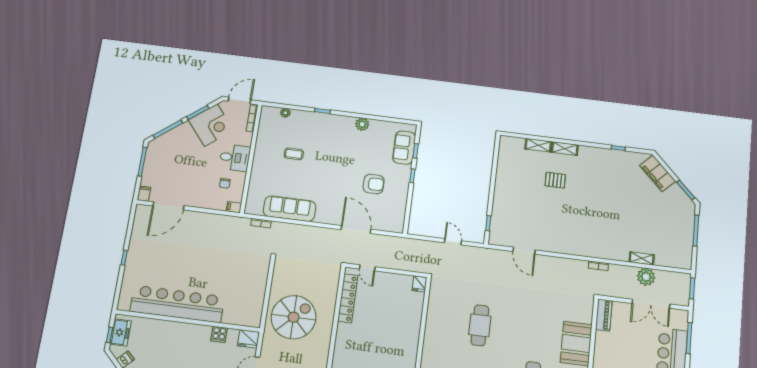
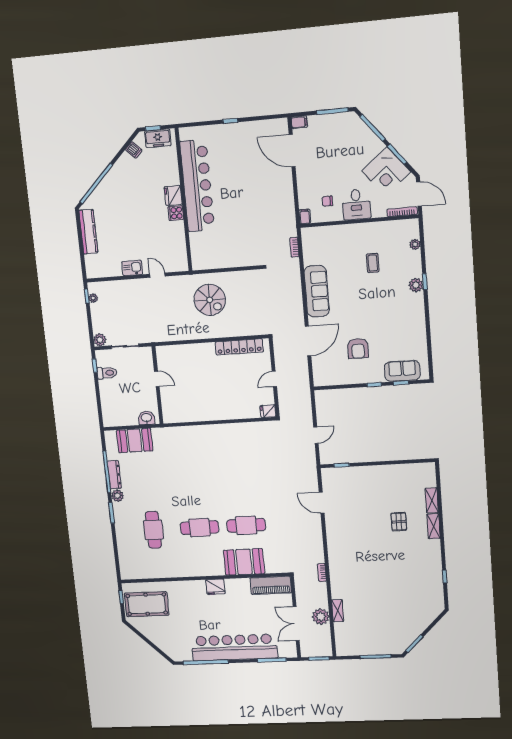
plant: (362, 124) -> (416, 285), moved
filing cabinet: (658, 173) -> (426, 616), removed
sofa: (290, 209) -> (317, 291), moved
door: (524, 251) -> (322, 503), hinge flipped
door: (367, 268) -> (274, 379), moved
piano: (604, 315) -> (271, 585), width x1.37, depth x1.33
spiral stairs: (294, 317) -> (210, 300), width x0.73, depth x0.73
cafe table: (480, 325) -> (246, 525), moved
cooker: (219, 334) -> (176, 213), moved
fridge: (248, 339) -> (173, 196), moved

